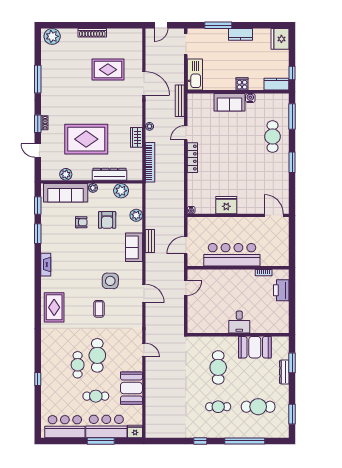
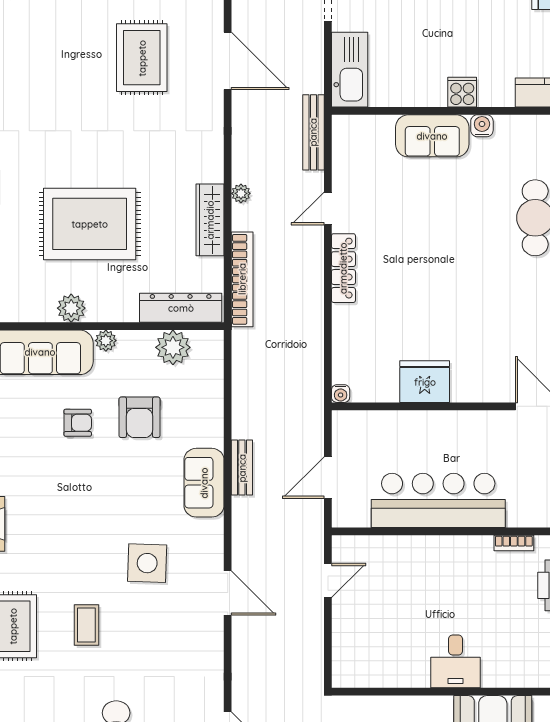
rug: (108, 70) -> (142, 58), turned 90
door: (144, 83) -> (228, 61), moved
wardrobe: (137, 137) -> (210, 220), width x1.50
plant: (66, 174) -> (71, 308), moved
dresser: (110, 174) -> (181, 308), moved
plant: (136, 215) -> (209, 406), removed
coffee table: (99, 309) -> (86, 625), moved

